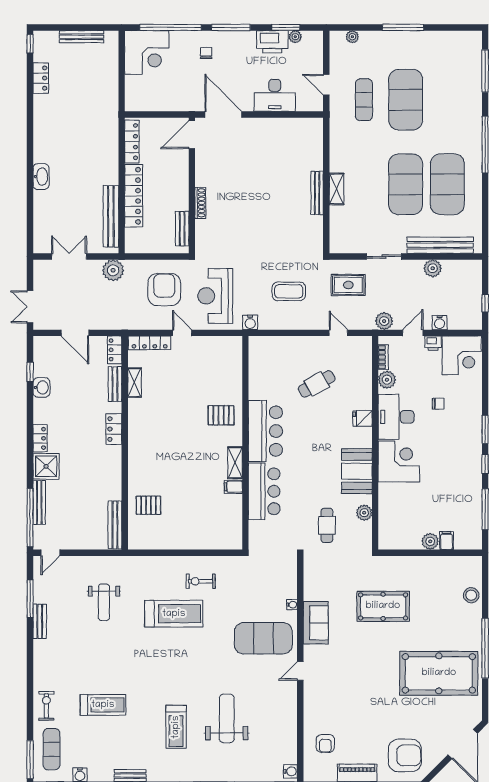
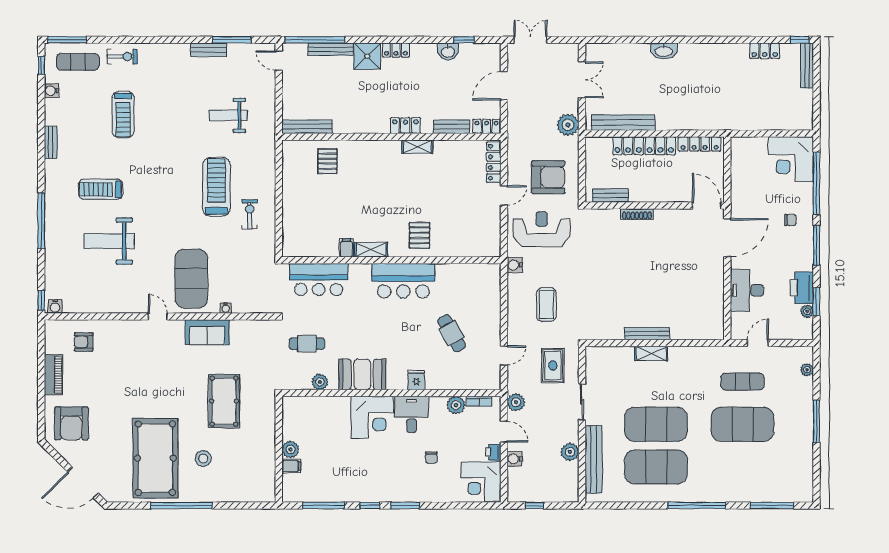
bench: (81, 37) -> (807, 66), moved
shelving: (134, 383) -> (417, 147), moved
desk: (396, 417) -> (412, 414), width x0.73
bar counter: (264, 491) -> (319, 279), moved
stool: (471, 595) -> (203, 459), moved
treadmill: (174, 614) -> (216, 187), turned 180
weight bench: (227, 718) -> (109, 241), turned 180

